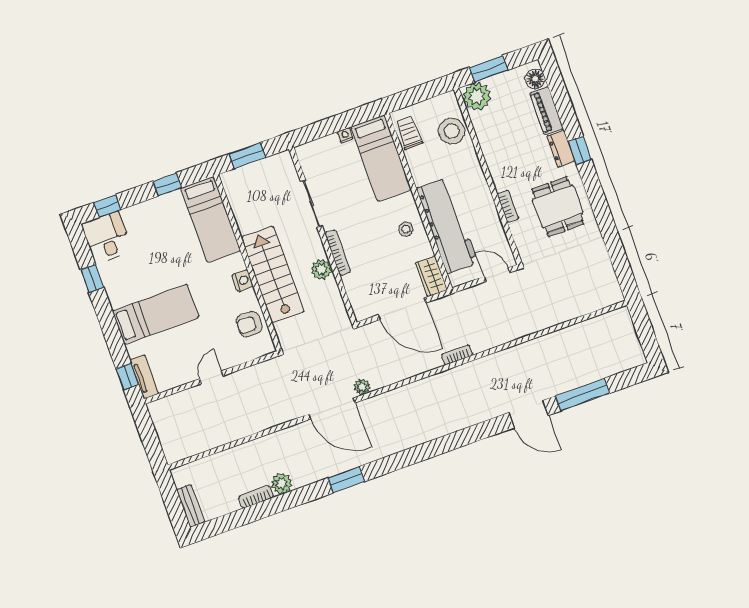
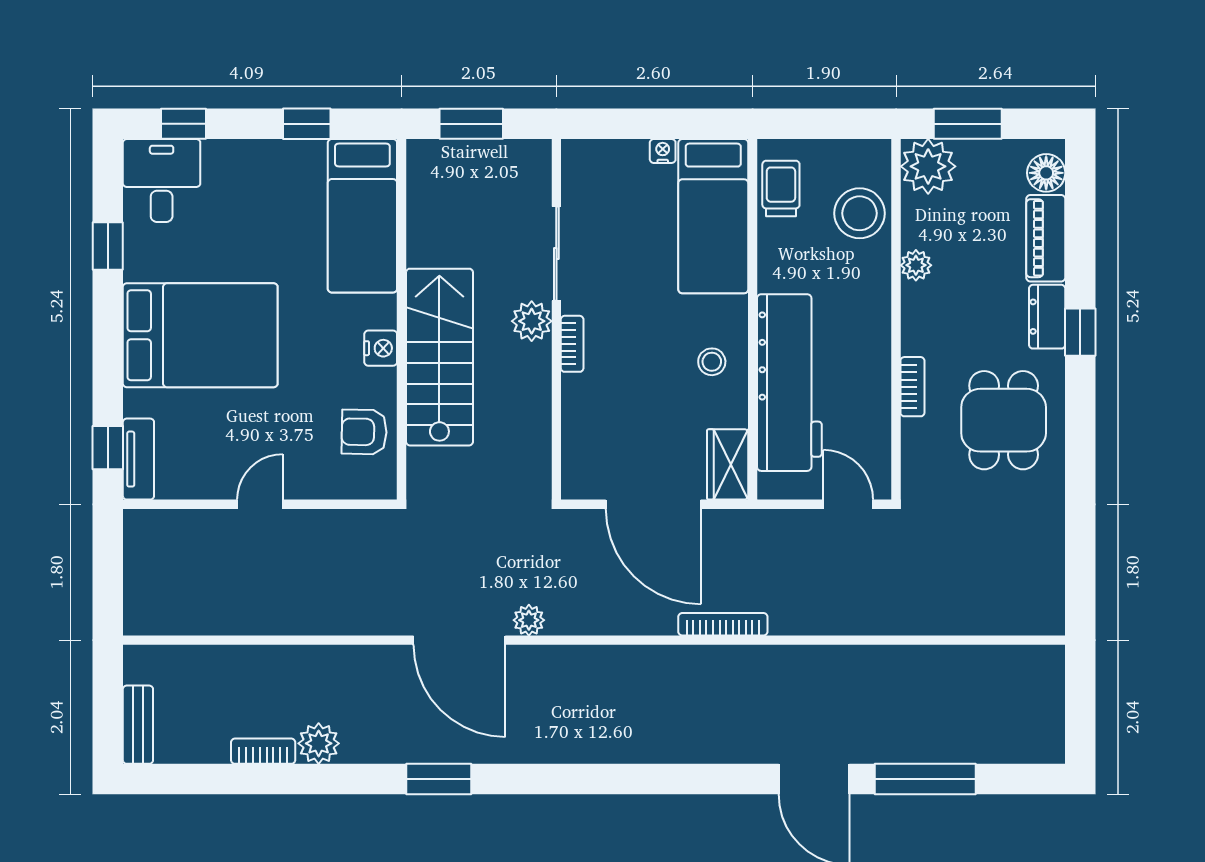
plant: (488, 147) -> (916, 265), added
bookcase: (338, 253) -> (572, 344), width x0.64
plant: (321, 269) -> (532, 321), moved
bed: (156, 314) -> (200, 335), width x1.50
bookcase: (457, 355) -> (723, 624), width x1.56

